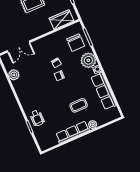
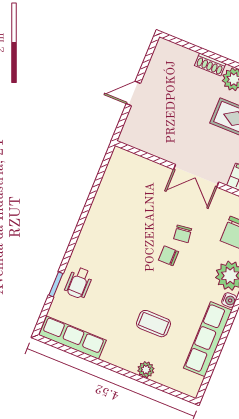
double door: (19, 46) -> (196, 176), moved
plant: (14, 75) -> (108, 191), removed
row of seats: (73, 132) -> (73, 338), moved

